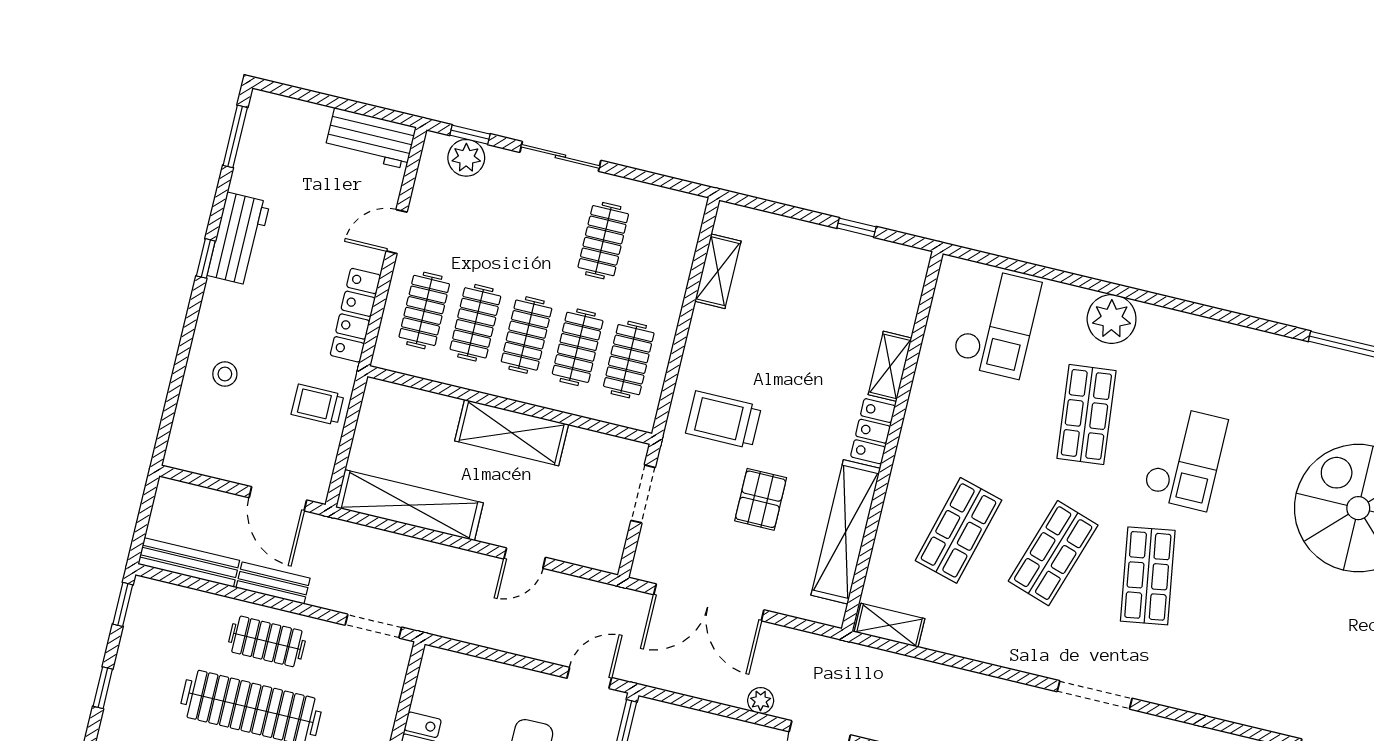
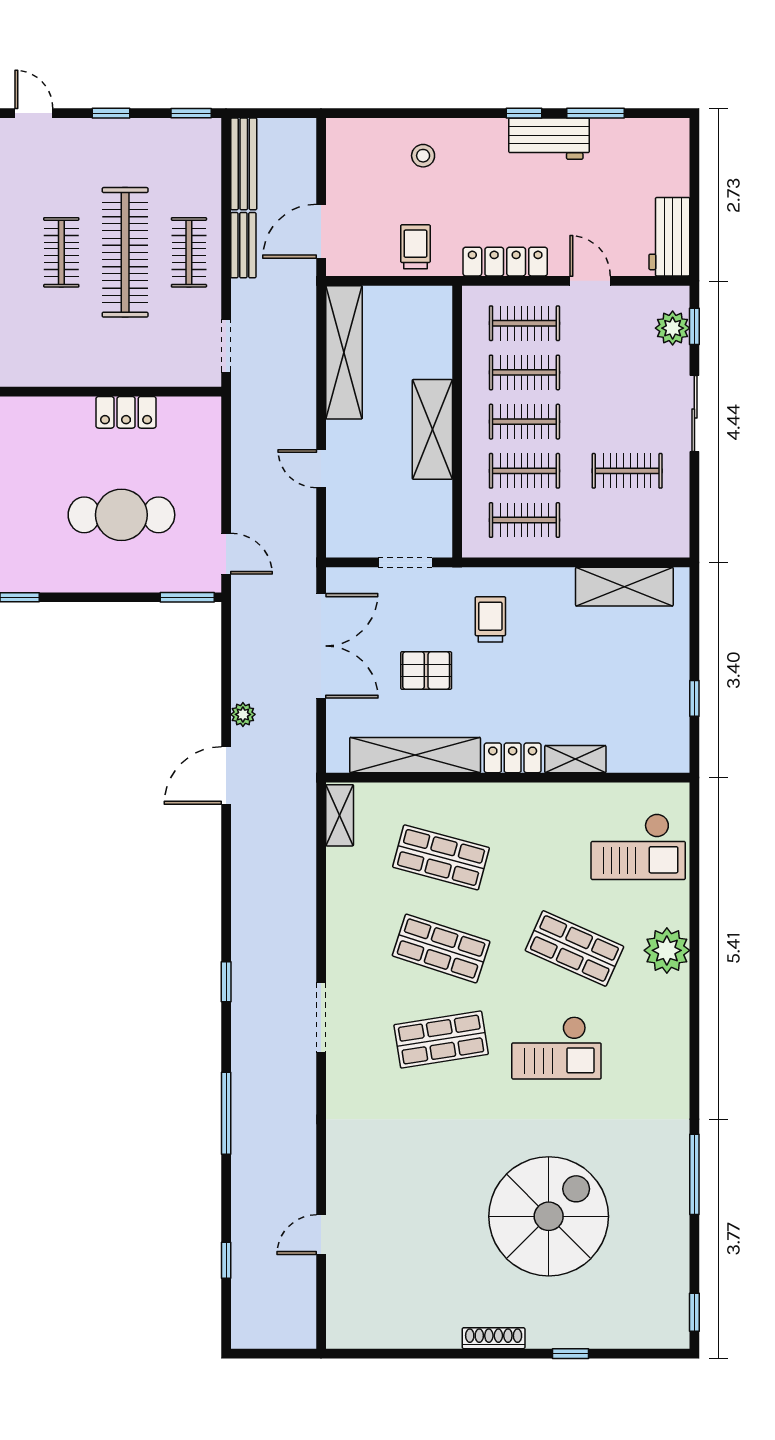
window: (235, 136) -> (596, 113), moved
shelving: (718, 271) -> (624, 587), width x1.50, depth x1.33
shop shelf: (1086, 415) -> (574, 948), turned 30
trolley: (724, 420) -> (490, 619), width x0.73, depth x0.72
double door: (709, 602) -> (321, 646), swing flipped

